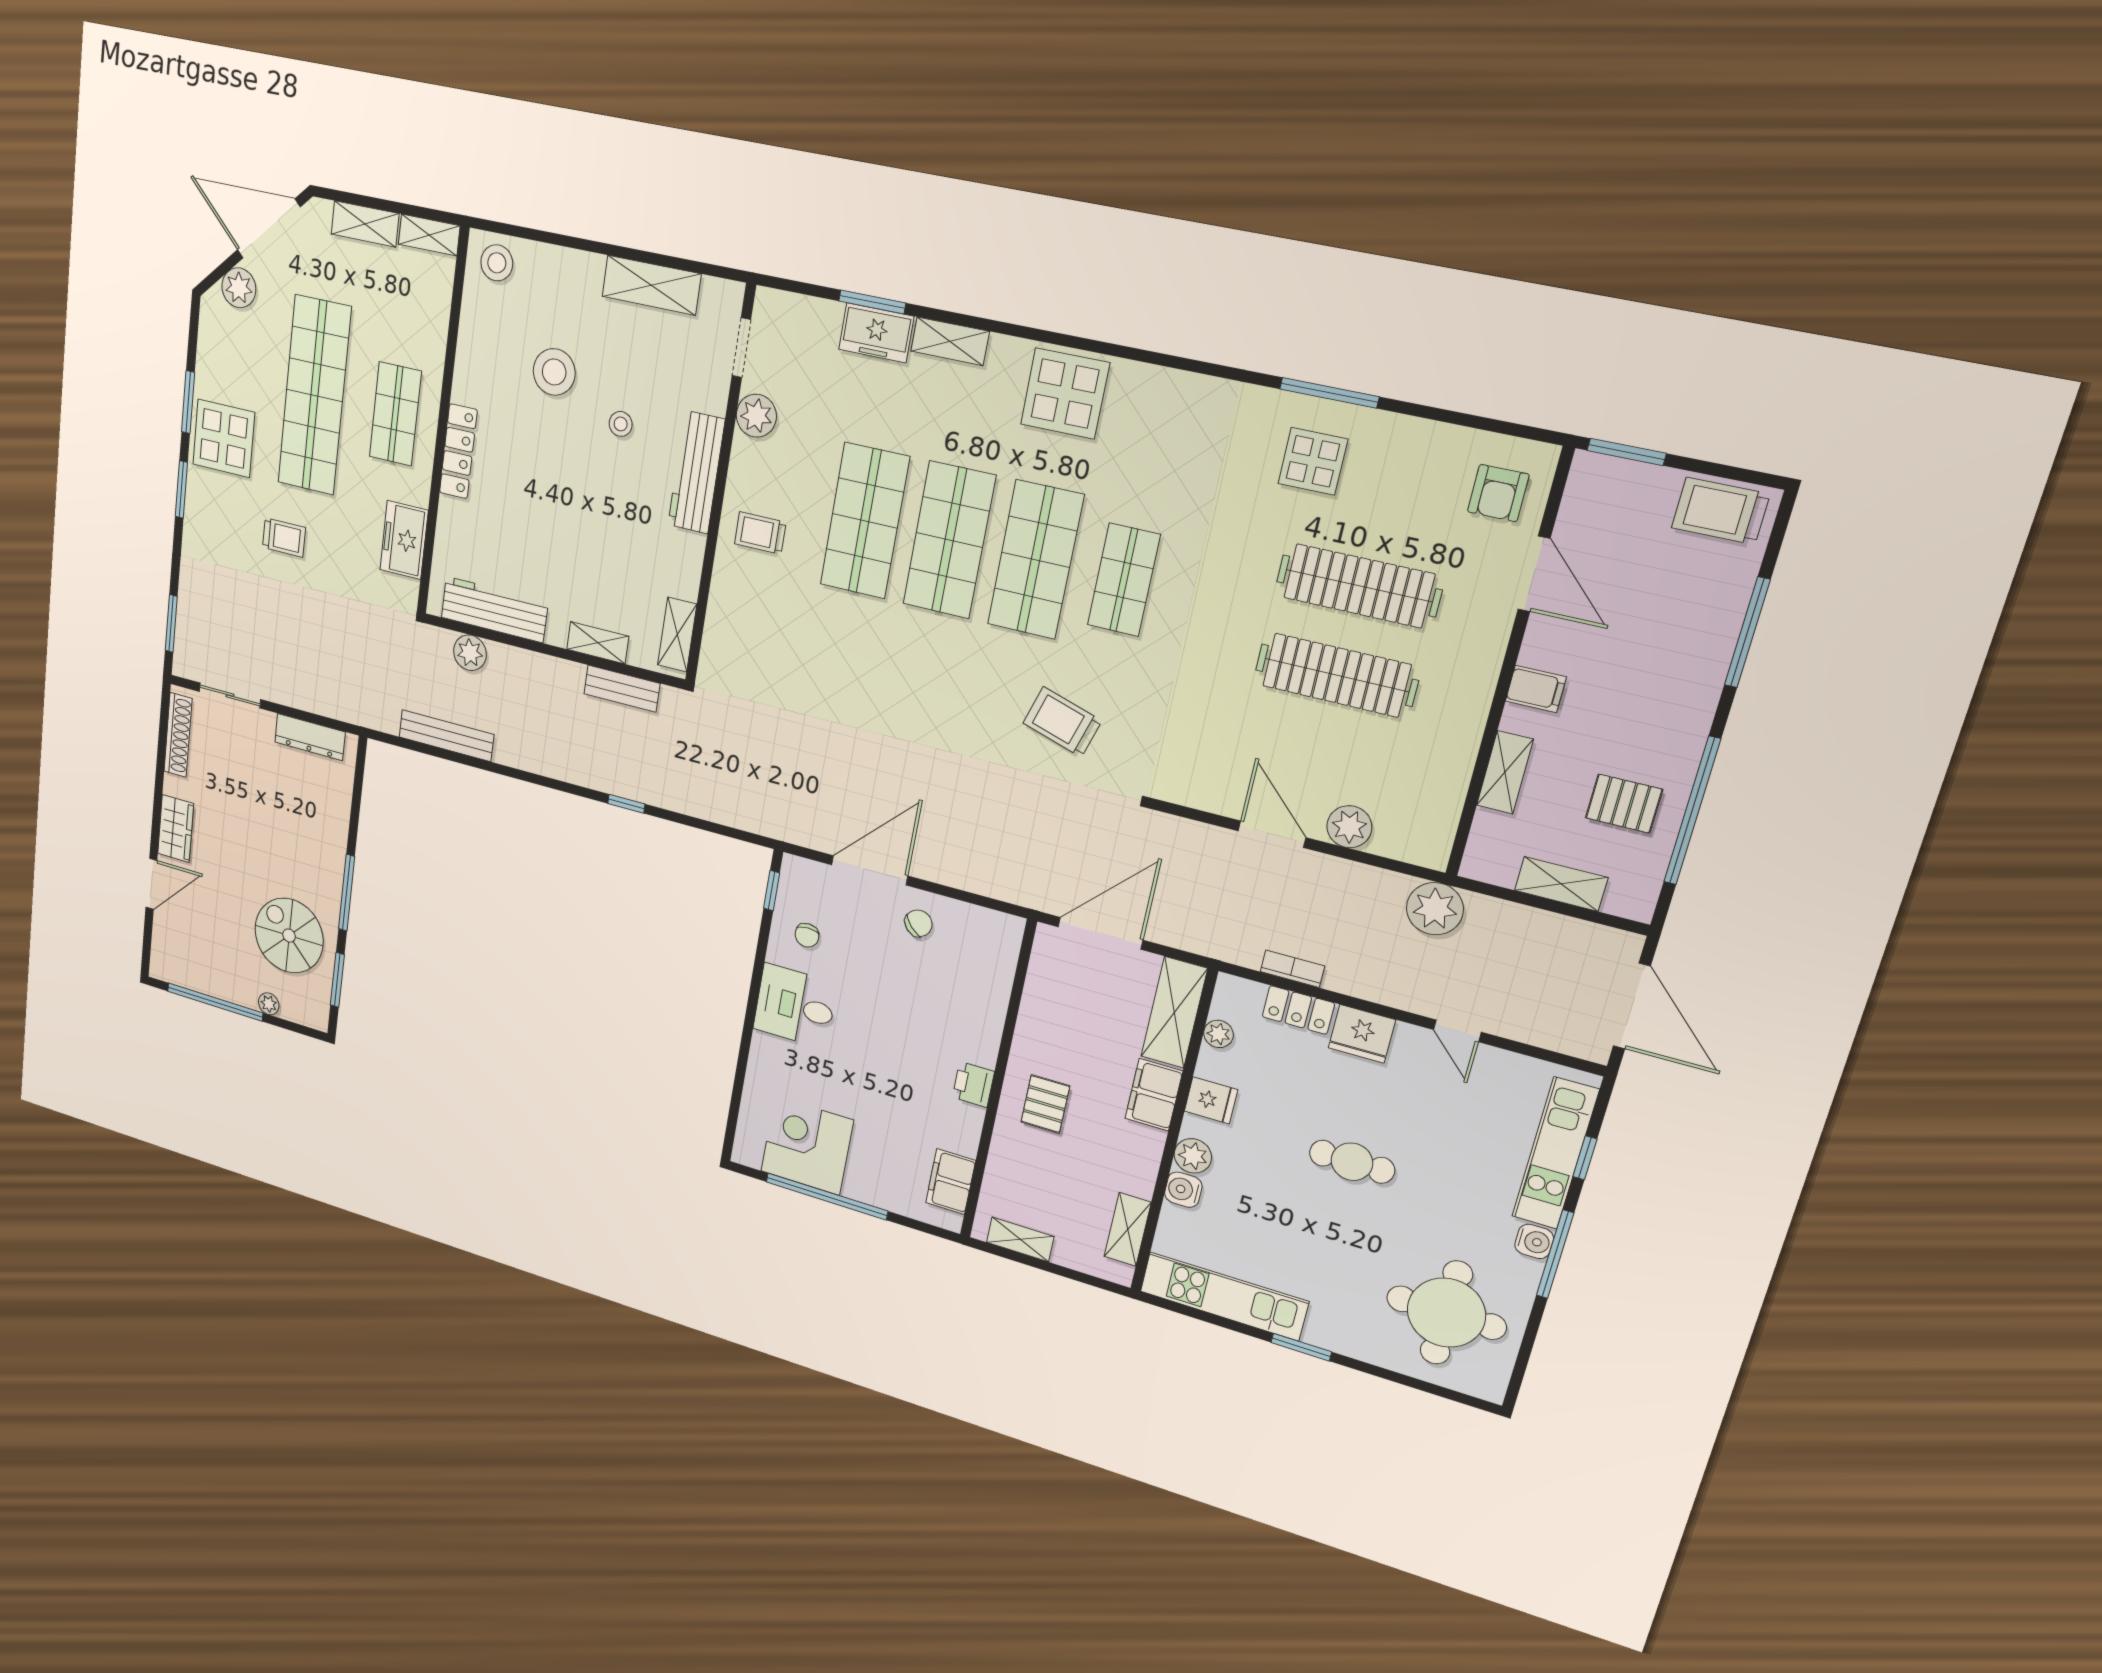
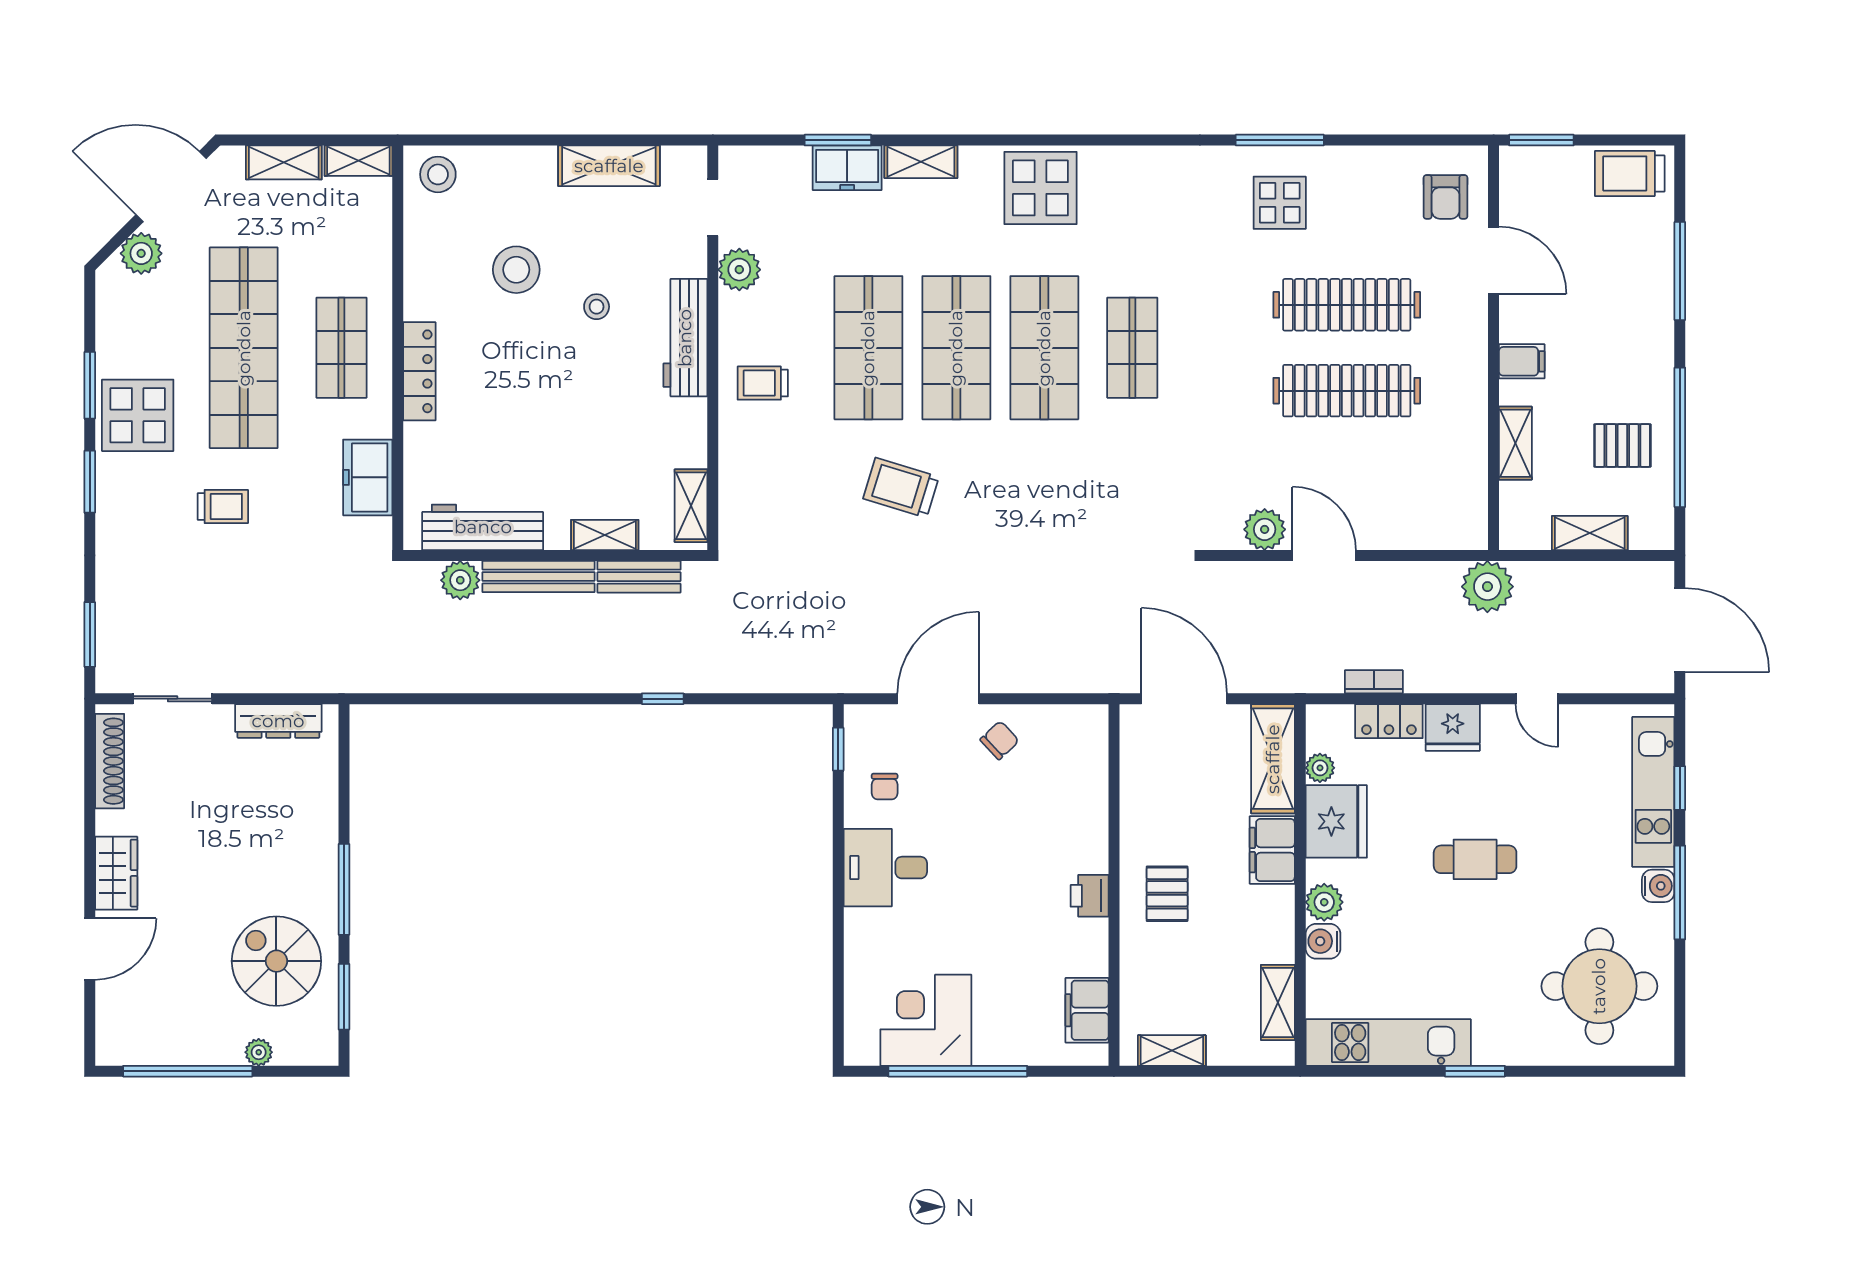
trolley: (1062, 722) -> (901, 488), moved
bench: (446, 736) -> (539, 577), moved
plant: (1349, 827) -> (1265, 529), moved
door: (1100, 933) -> (1184, 699), hinge flipped
fridge: (1211, 1100) -> (1336, 821), width x1.88, depth x1.34

